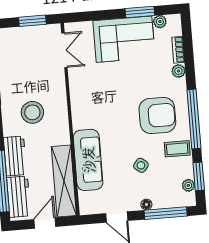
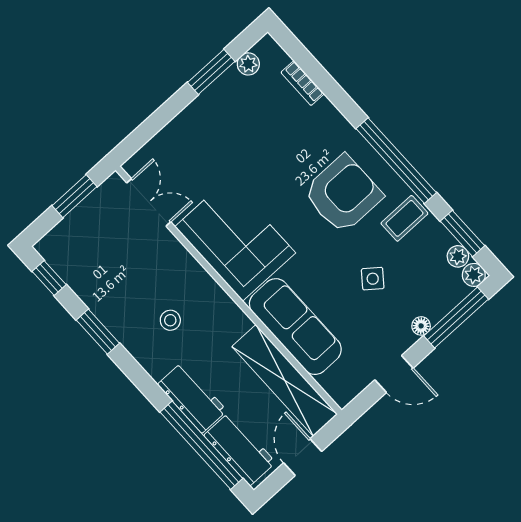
corner sofa: (124, 39) -> (235, 240), moved, turned -90
plant: (178, 71) -> (474, 275), moved
stool: (32, 112) -> (170, 320), width x0.53, depth x0.53

